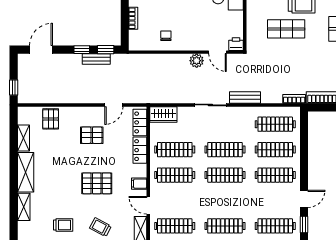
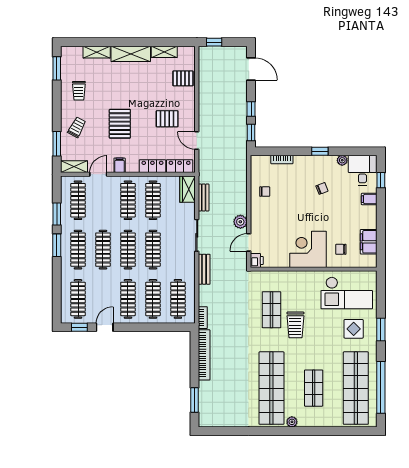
bench: (96, 59) -> (204, 197), moved
pallet: (92, 135) -> (167, 119), turned 90
door: (304, 199) -> (105, 327), swing flipped
clothes rail: (225, 200) -> (103, 250), added

